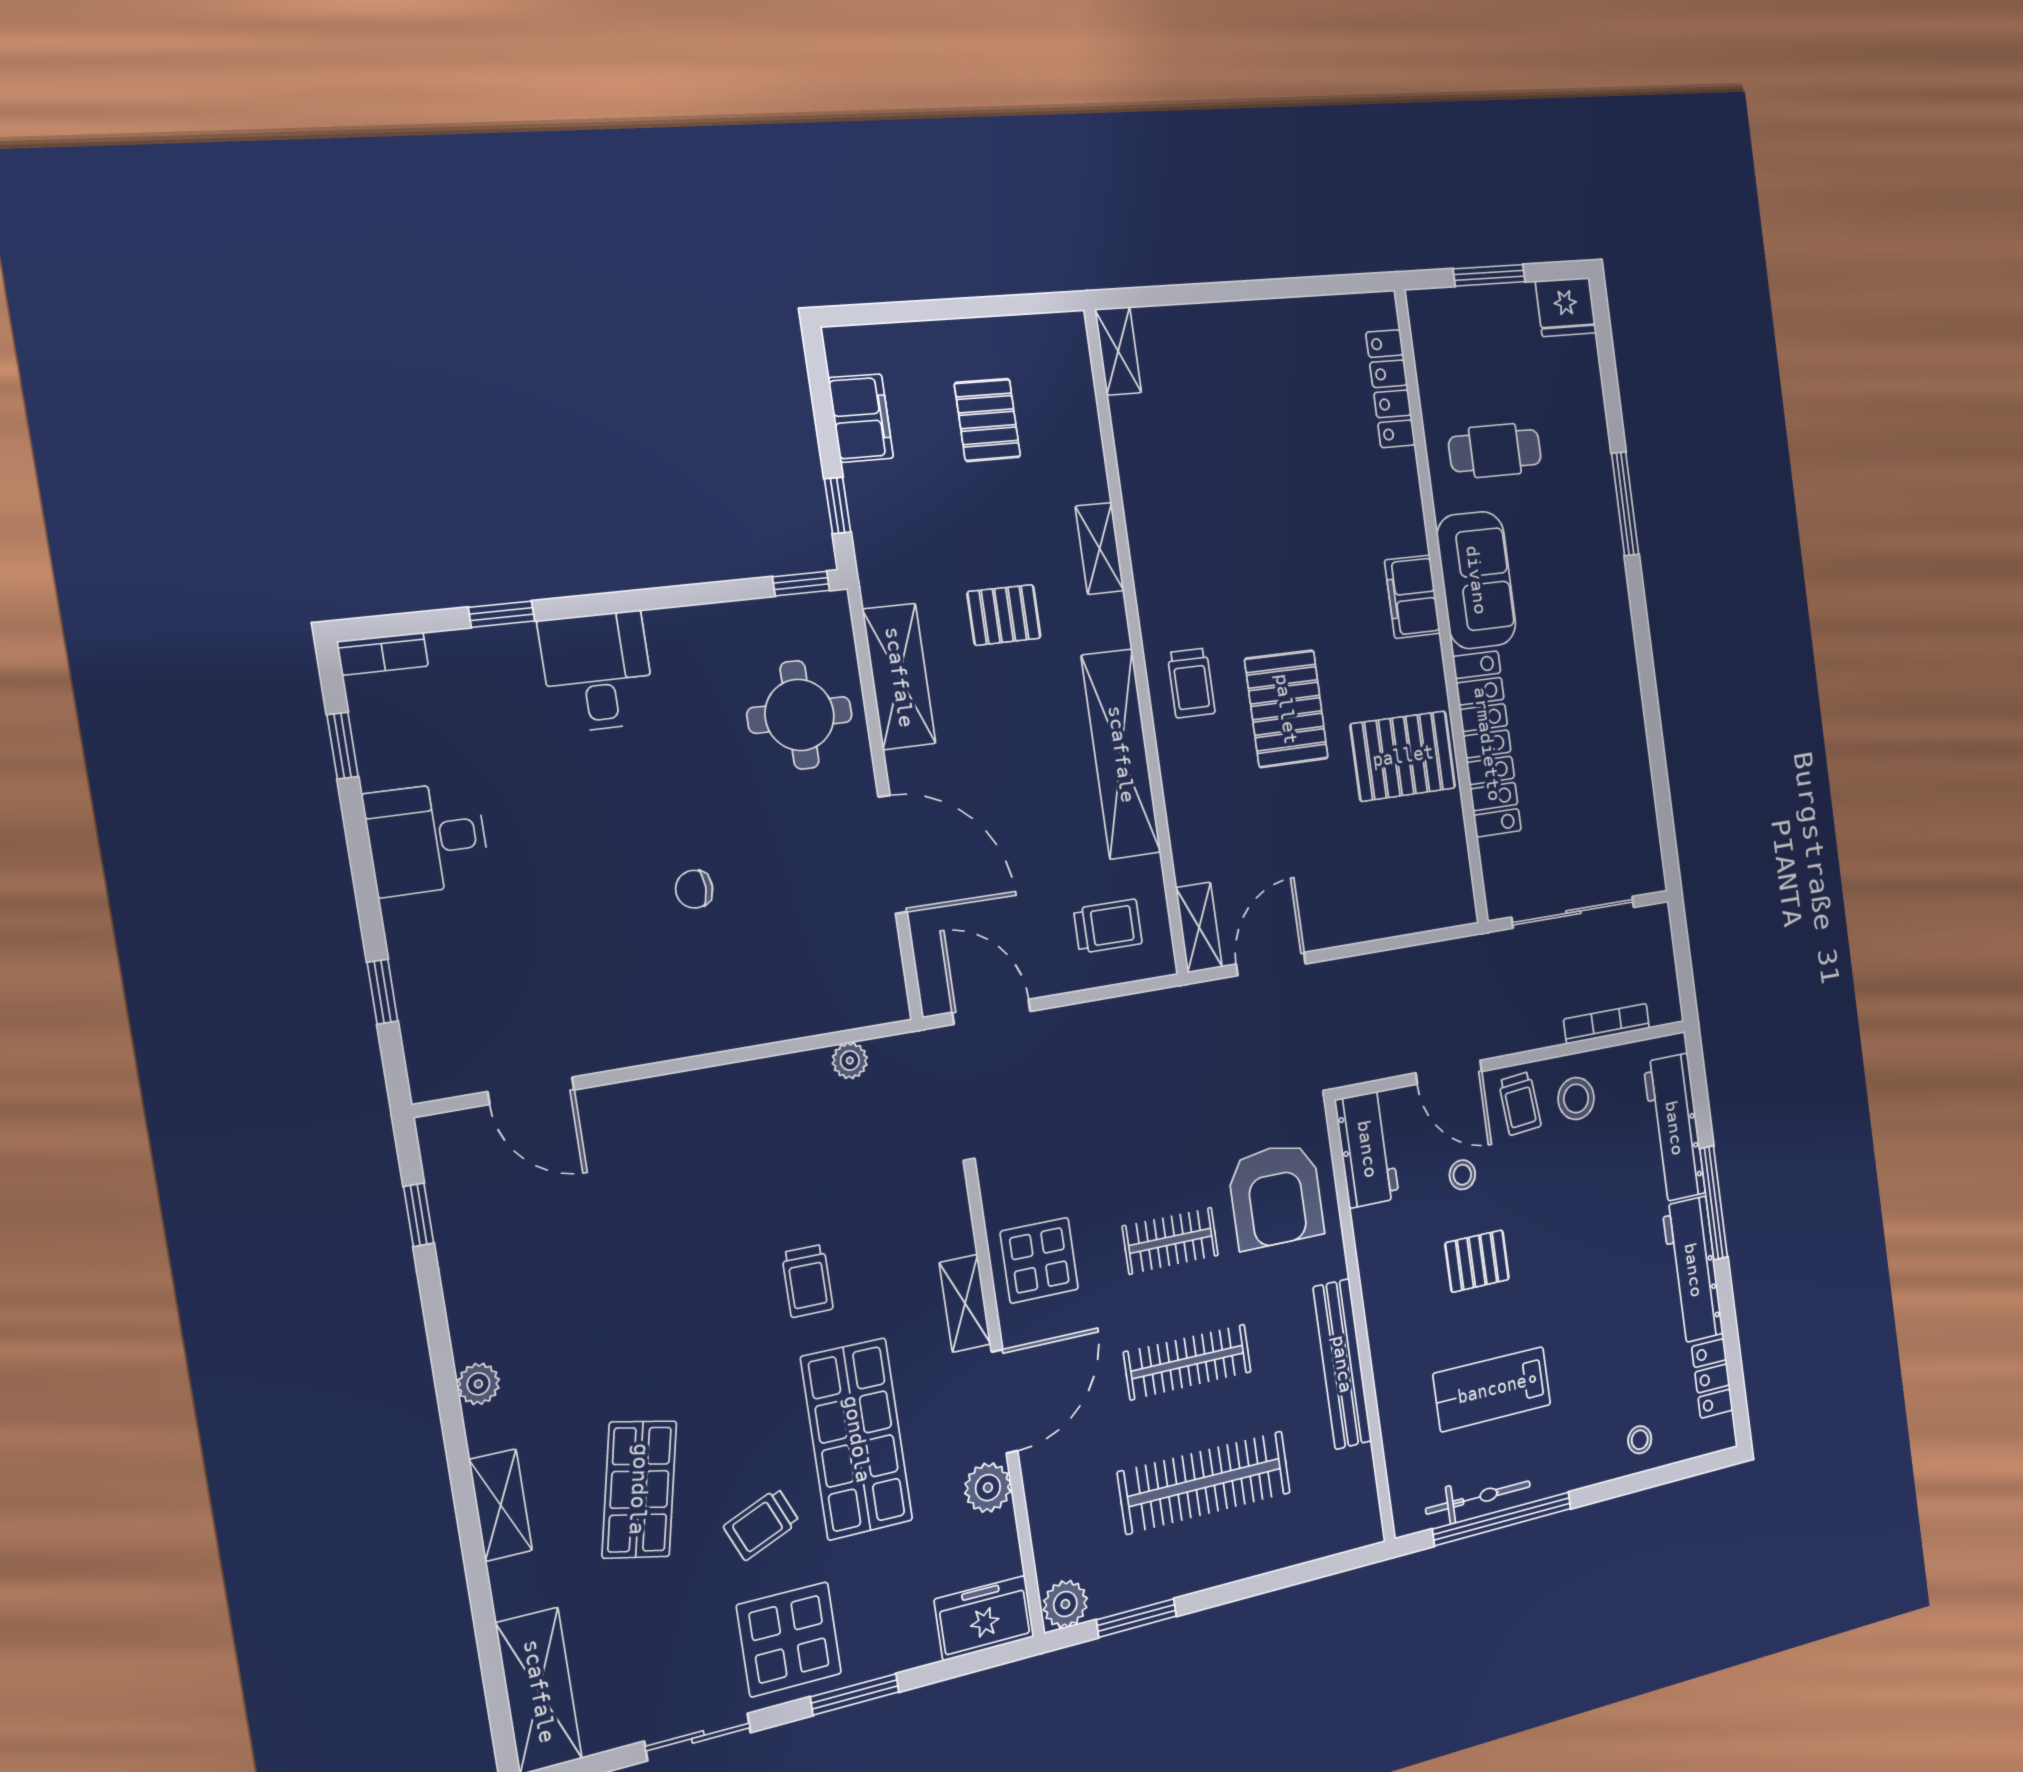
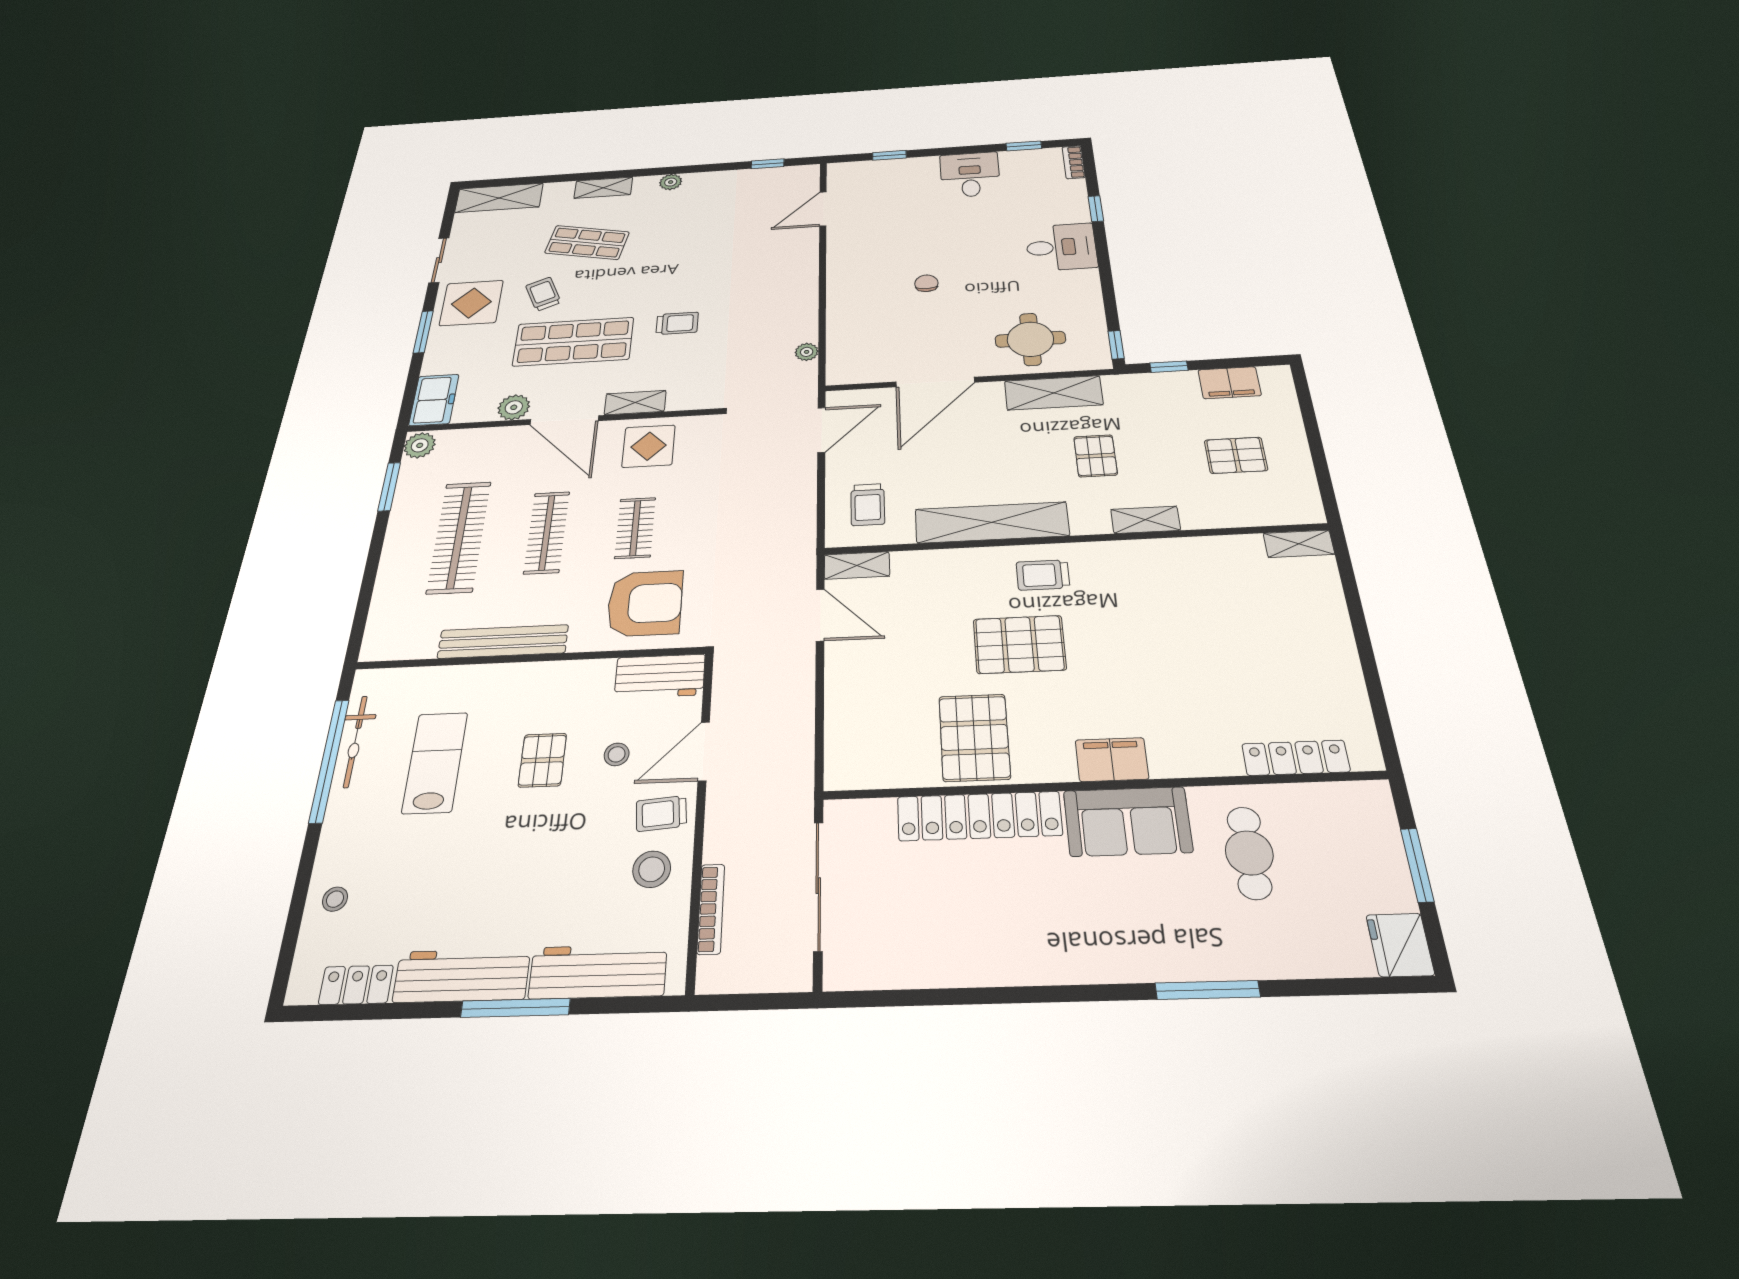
armchair: (1276, 1196) -> (645, 603), turned 180
trolley: (807, 1281) -> (677, 323), turned 180

